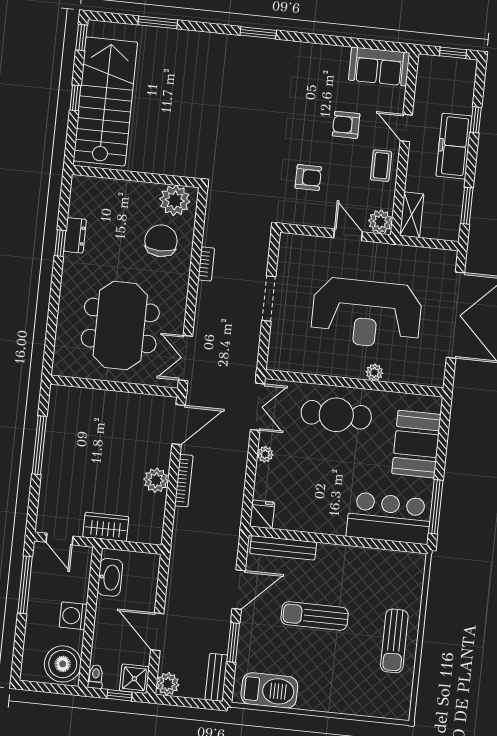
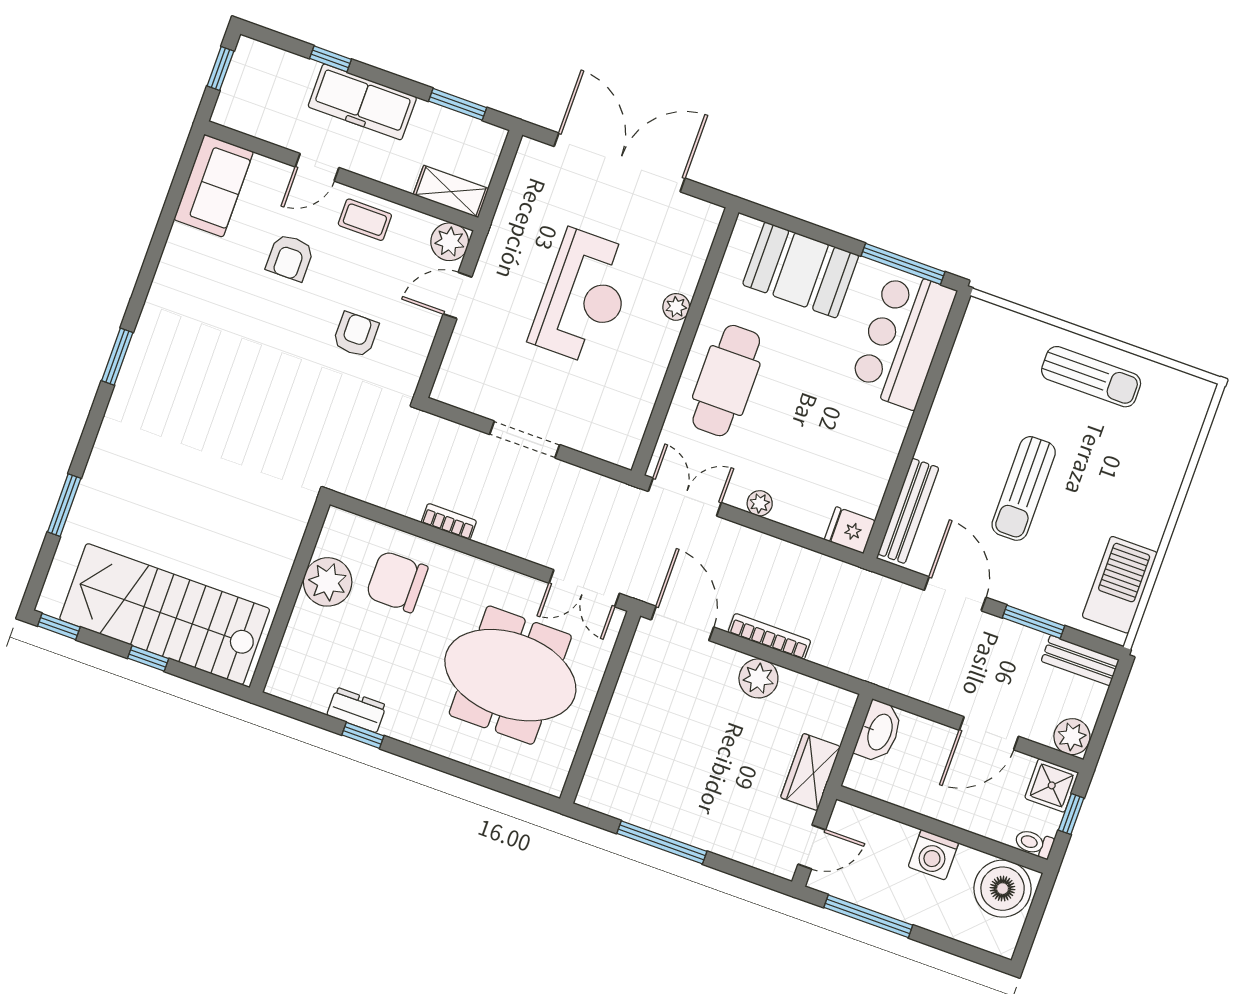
plant: (175, 200) -> (328, 582), moved
reception desk: (366, 313) -> (584, 297), width x0.74, depth x0.77
washbasin: (110, 577) -> (879, 732), moved, turned 90

